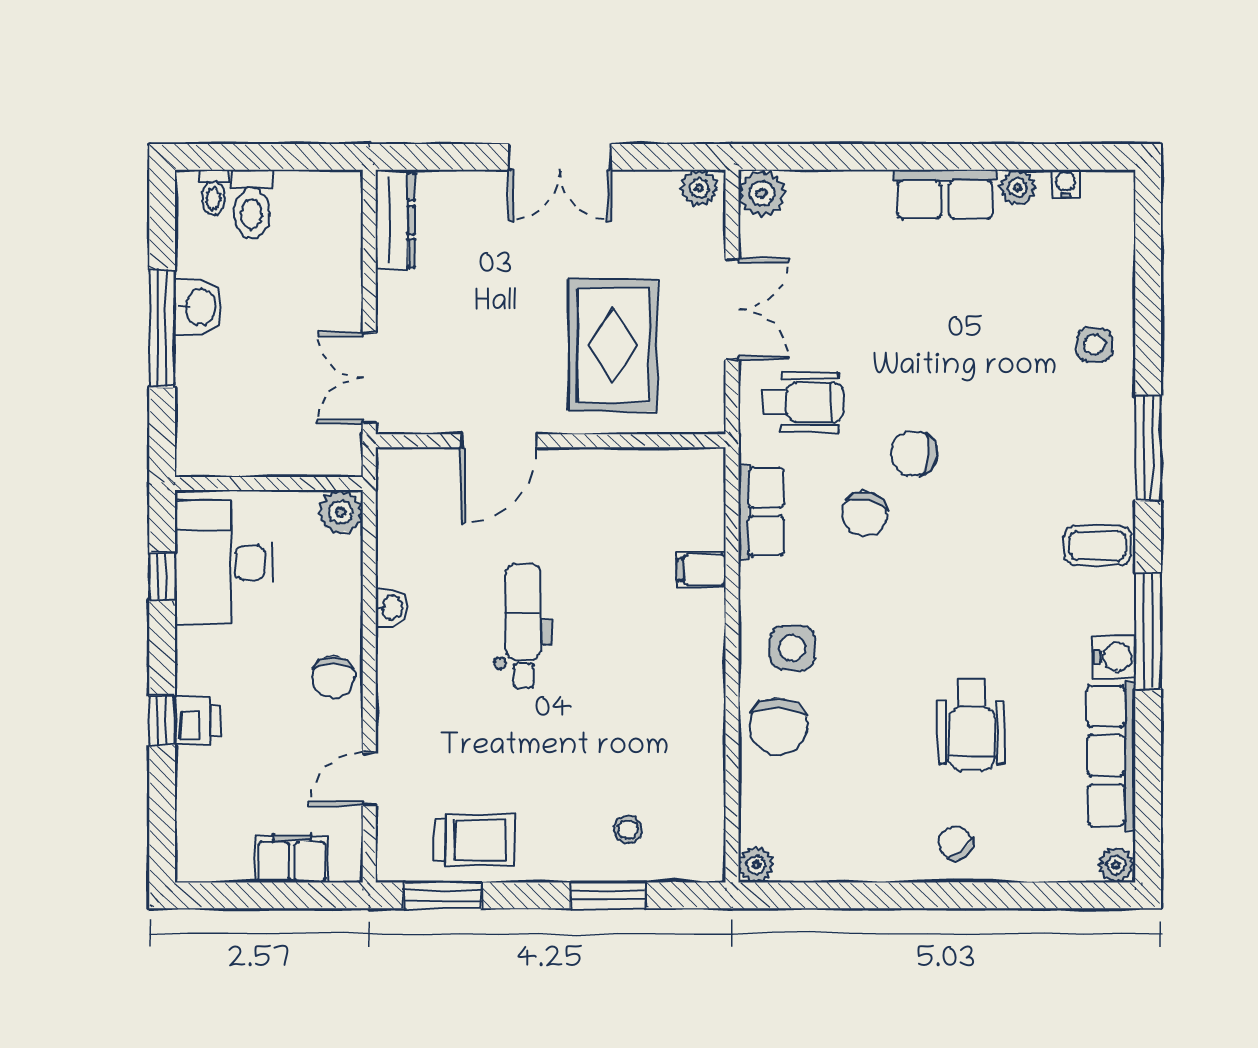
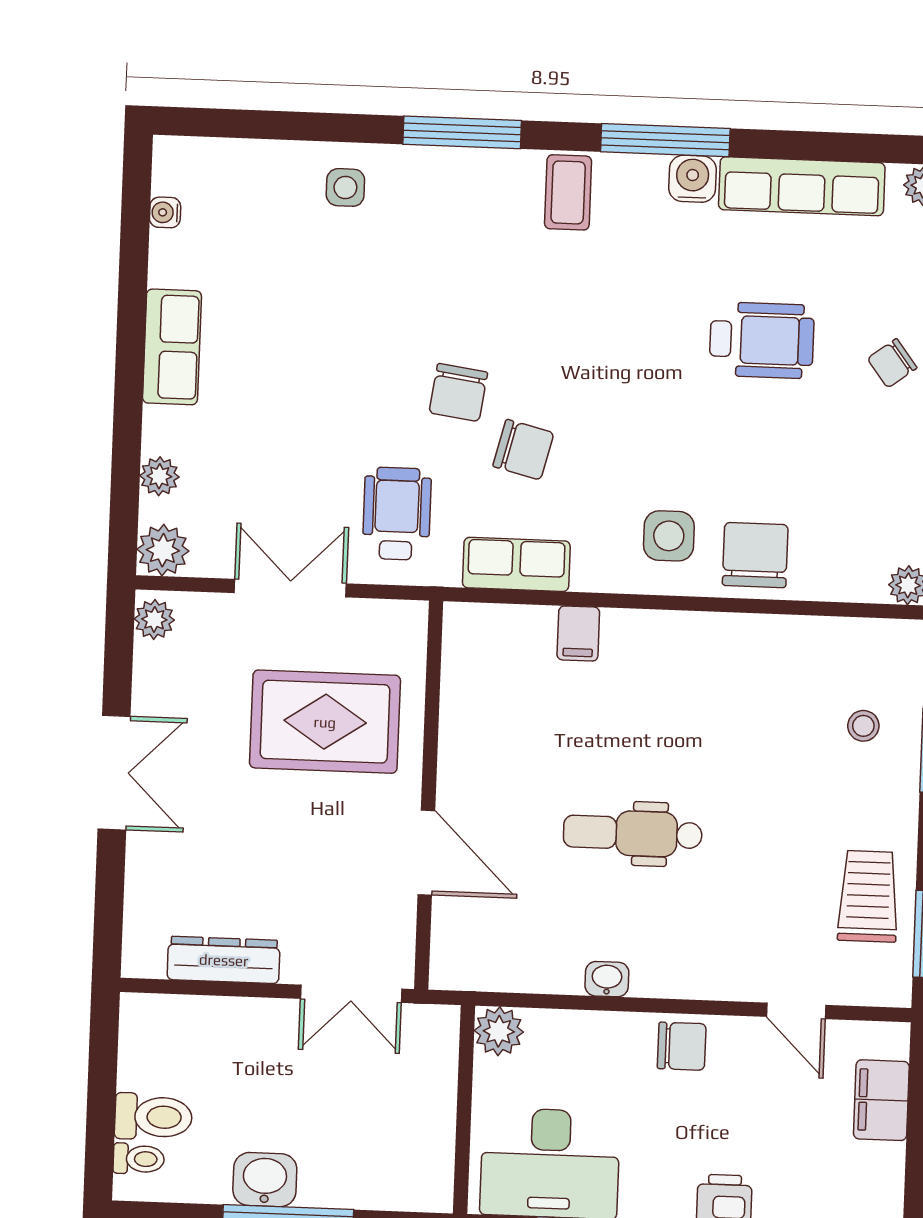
plant: (1018, 187) -> (159, 476), moved
dresser: (395, 220) -> (224, 960), moved
chair: (778, 726) -> (755, 555), turned -94

